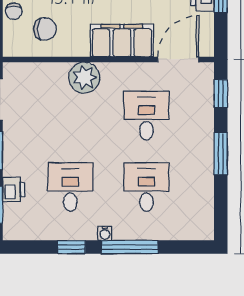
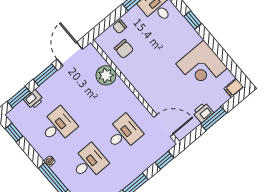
filing cabinet: (122, 41) -> (150, 91), removed
plant: (84, 78) -> (106, 75), moved
window: (71, 247) -> (14, 132), moved

